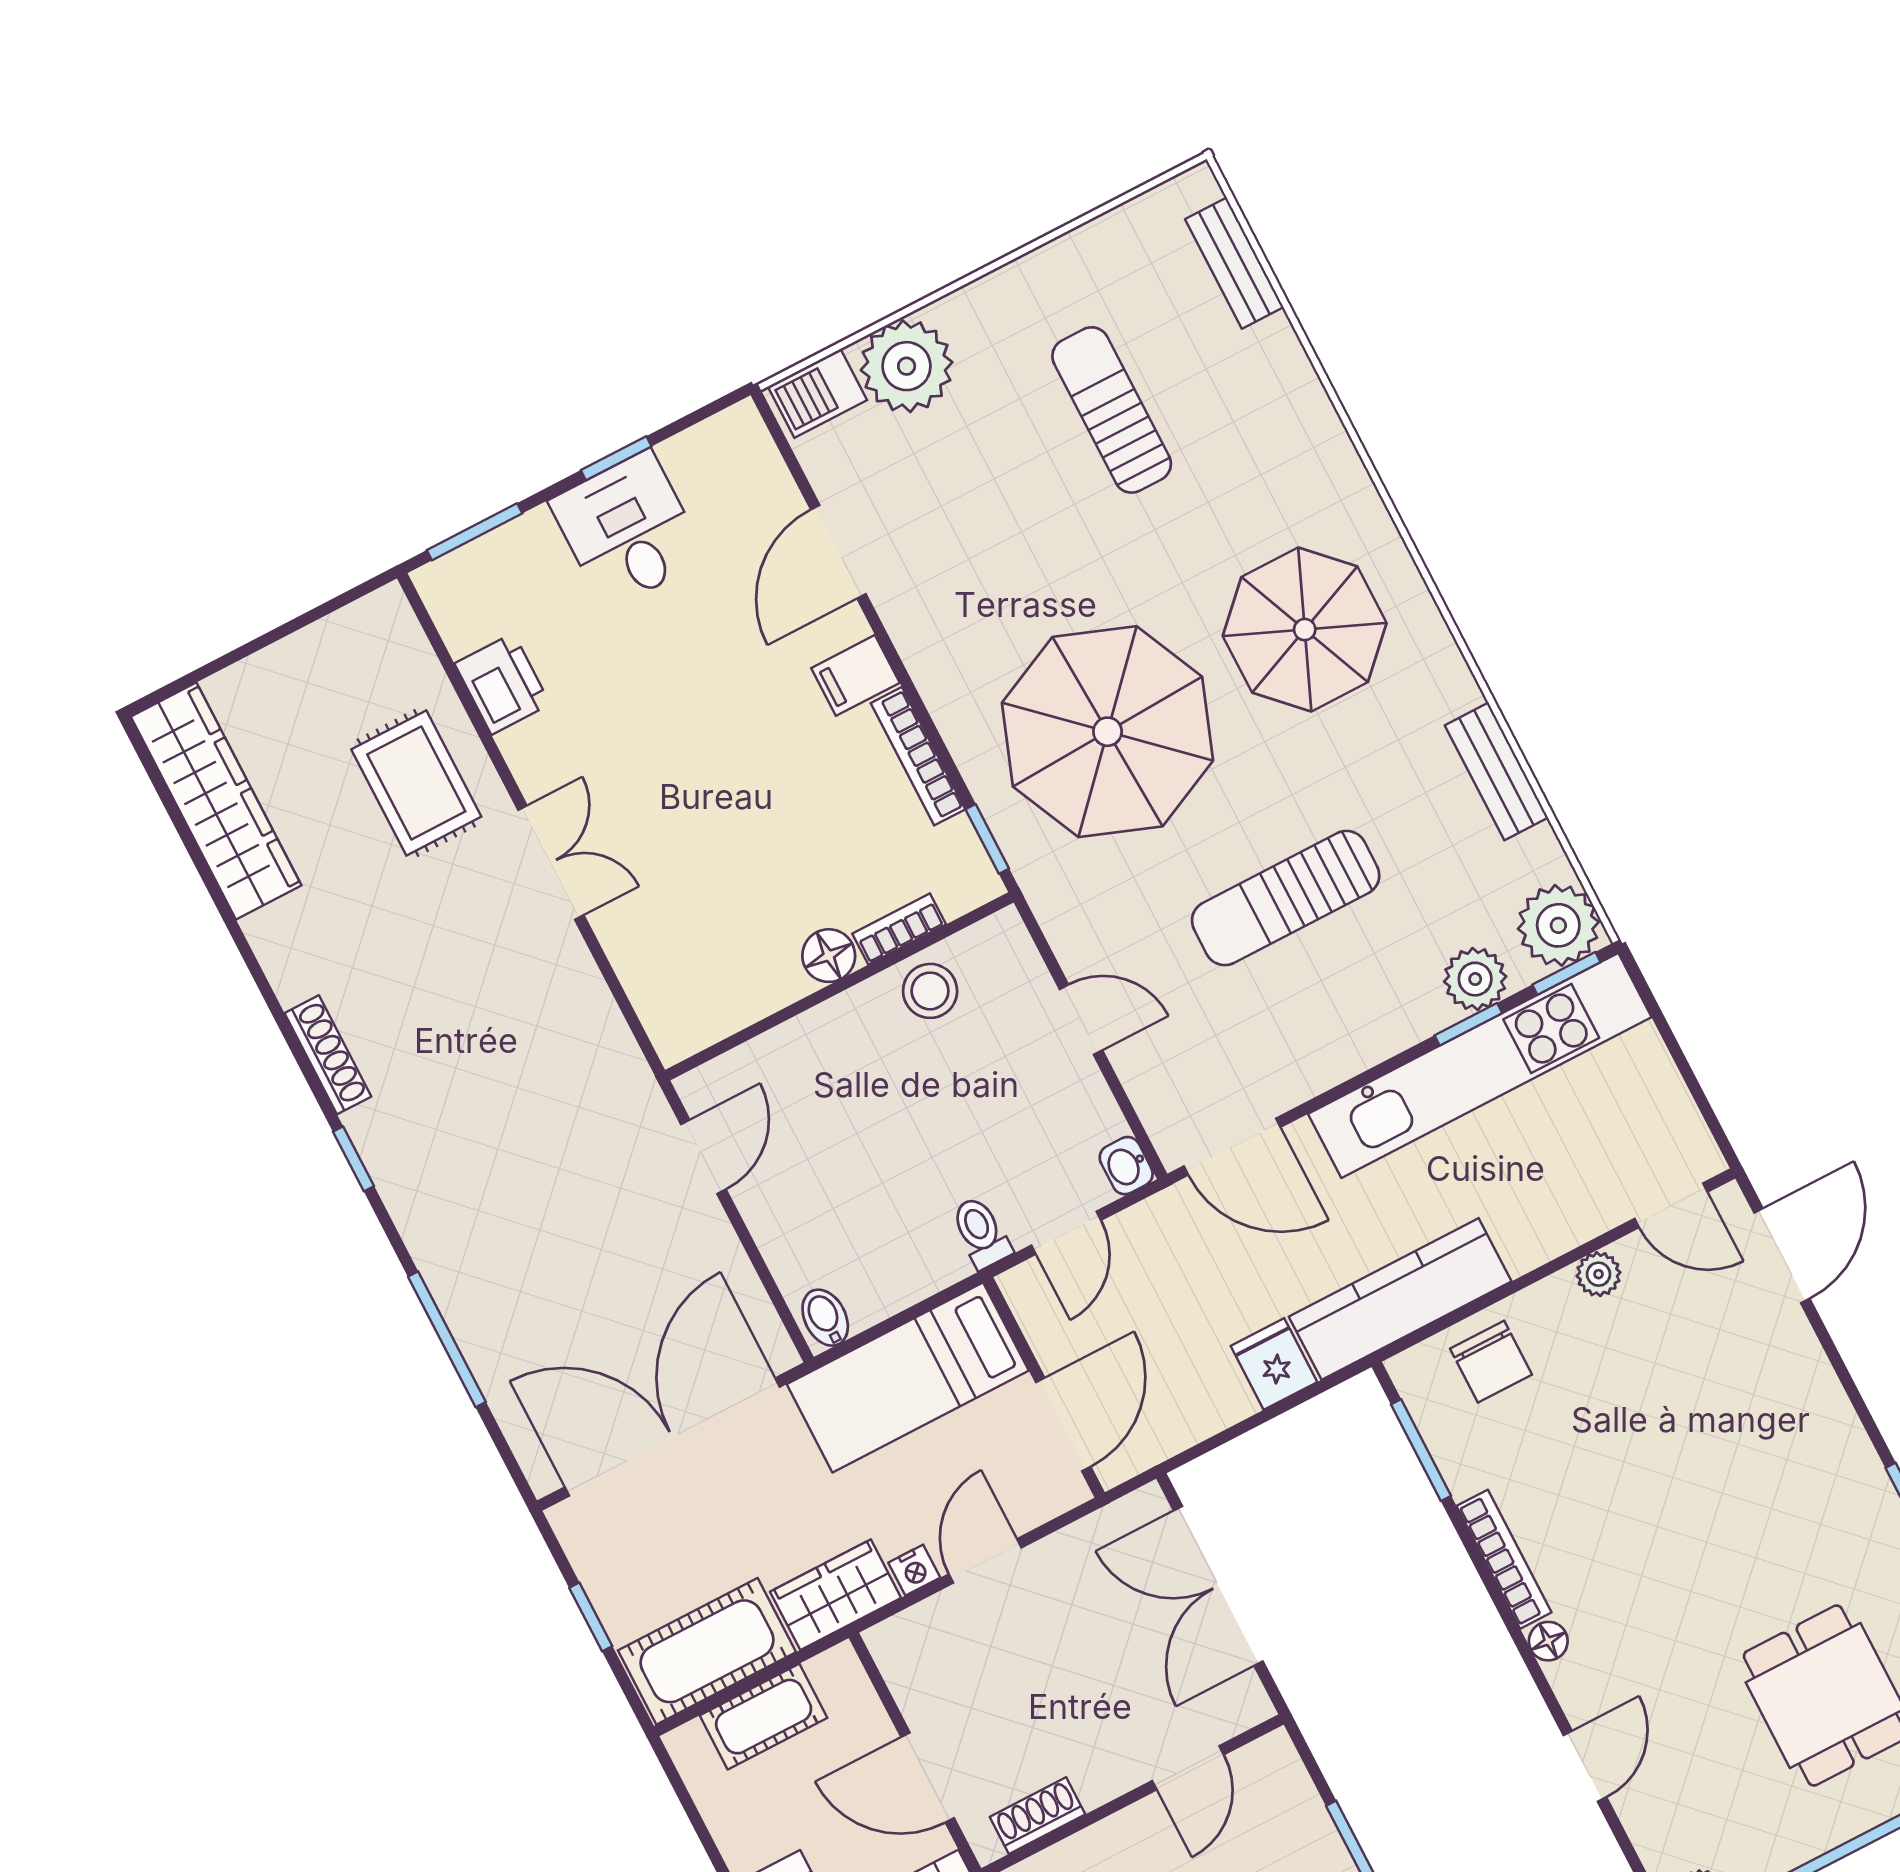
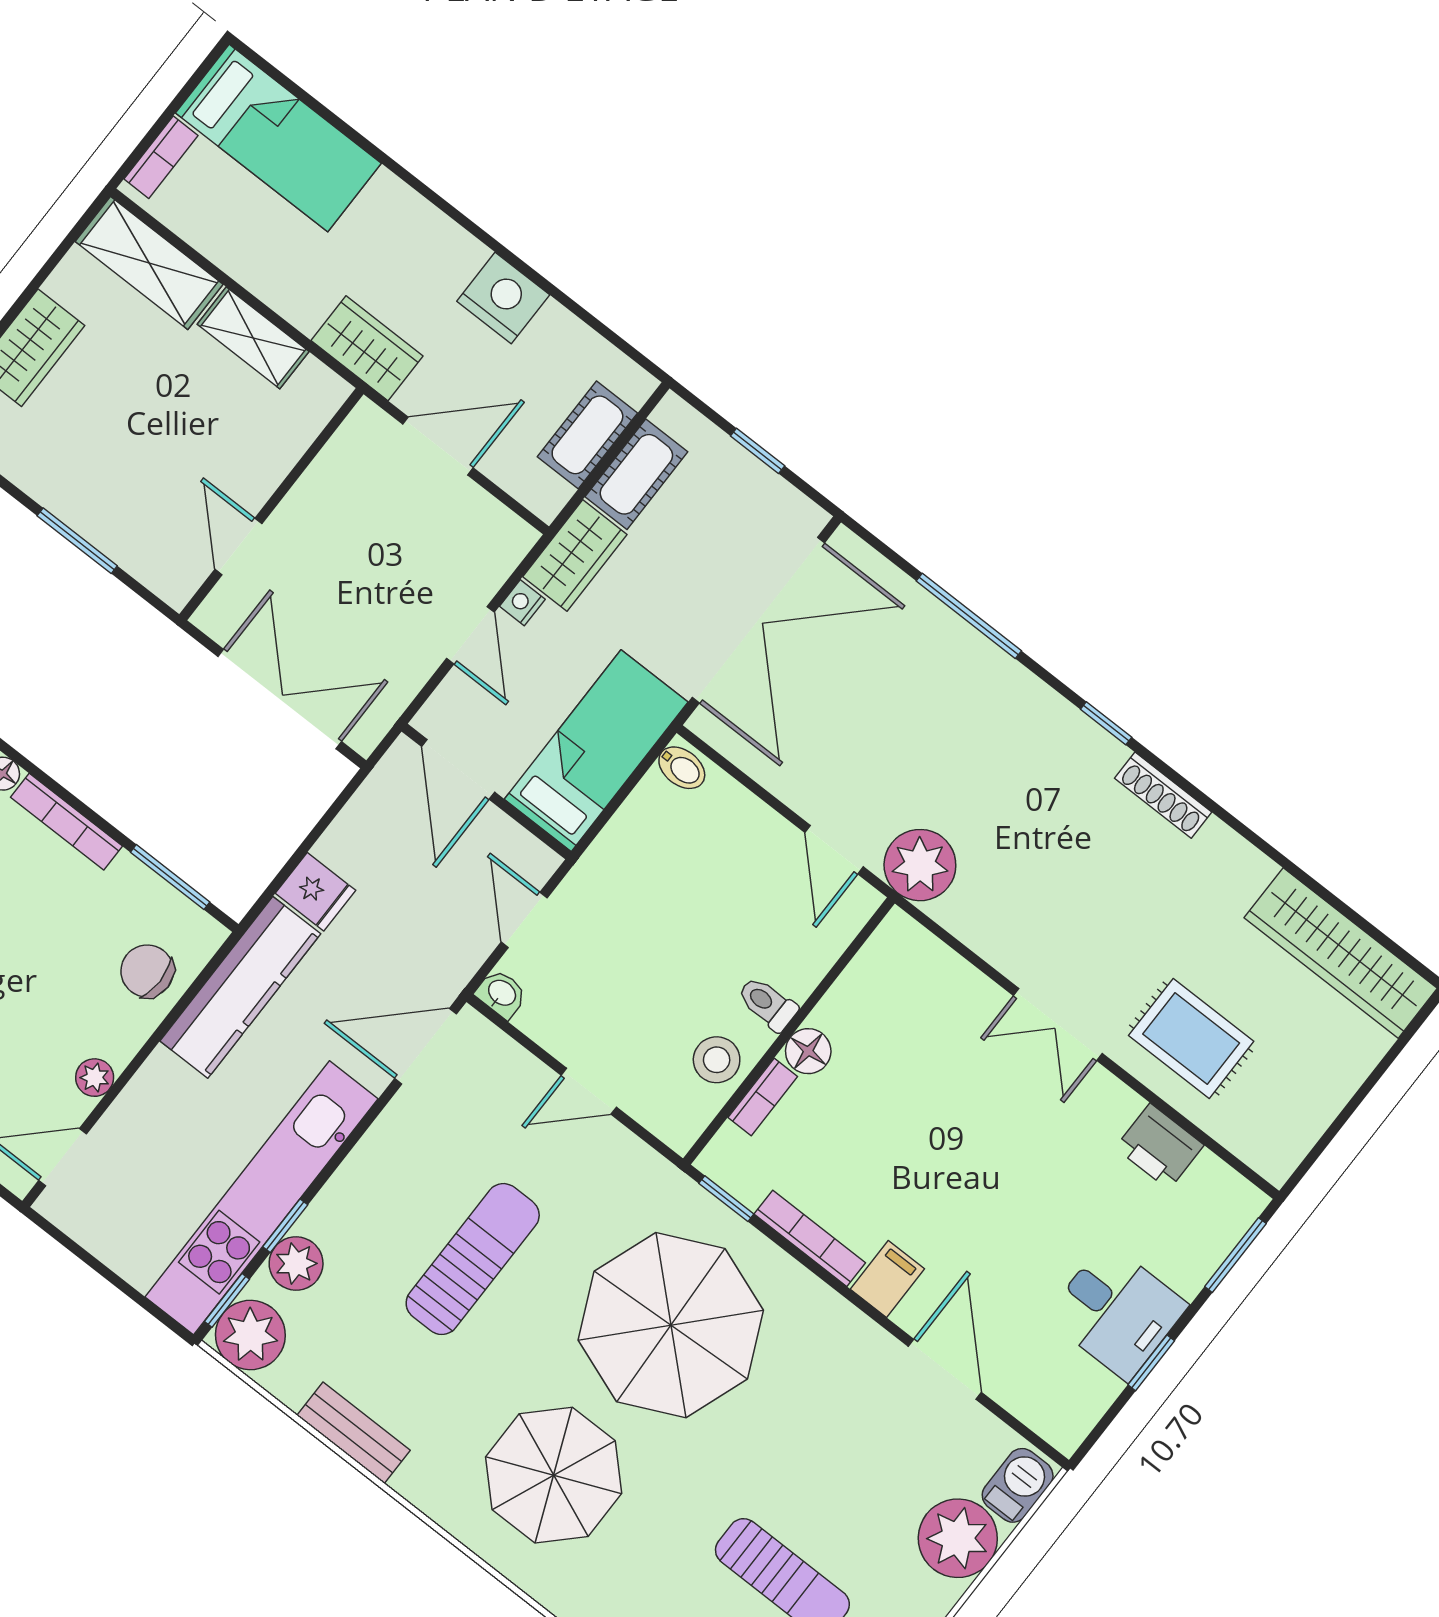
plant: (620, 1099) -> (920, 865), added
toilet: (981, 1232) -> (767, 1004), moved, turned 180
cot: (707, 1651) -> (636, 474), width x0.73, depth x0.75
shoe rack: (1038, 1816) -> (339, 455), removed

